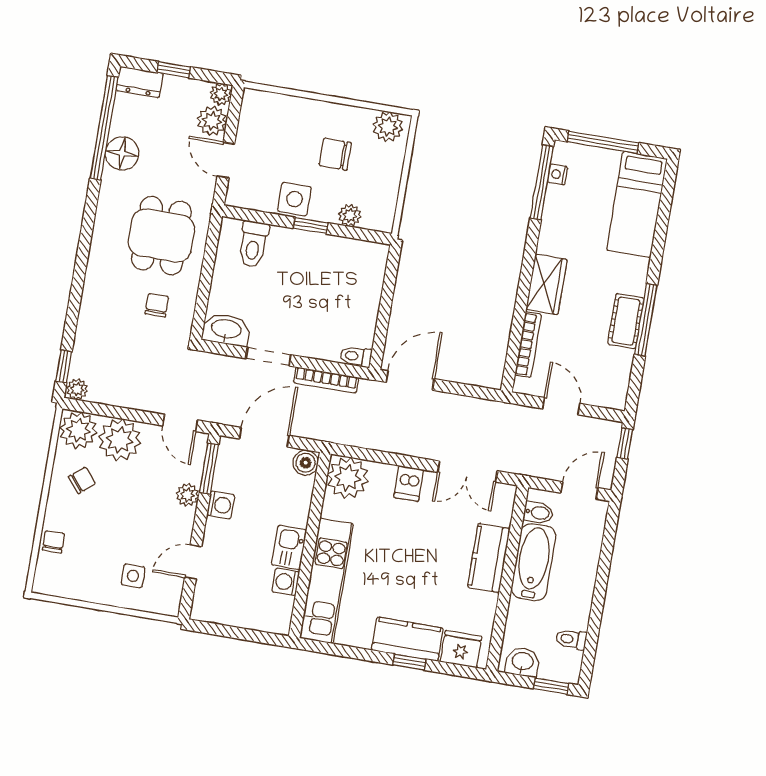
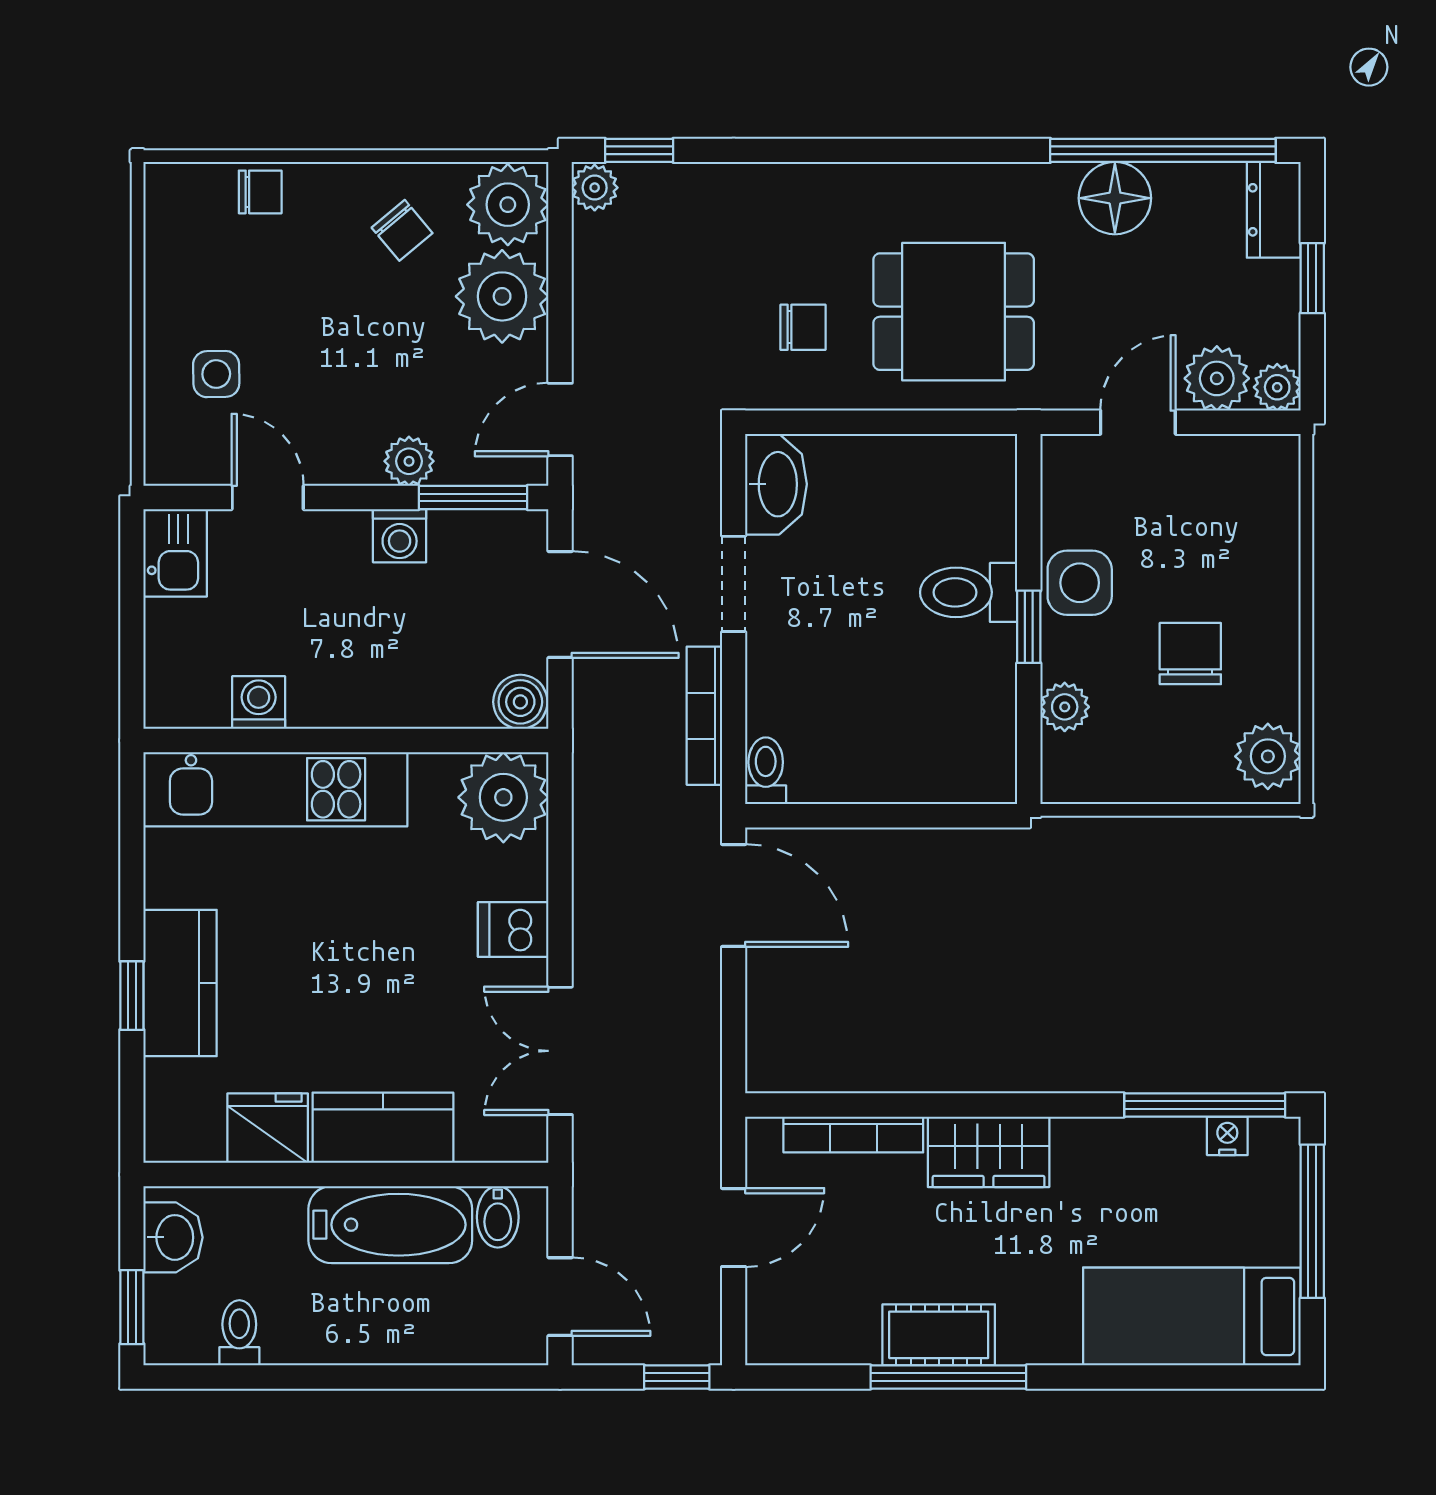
toilet: (253, 244) -> (969, 592), moved
kitchen sink: (289, 547) -> (175, 553), moved, turned 90
fridge: (461, 649) -> (268, 1128), moved, turned -90

